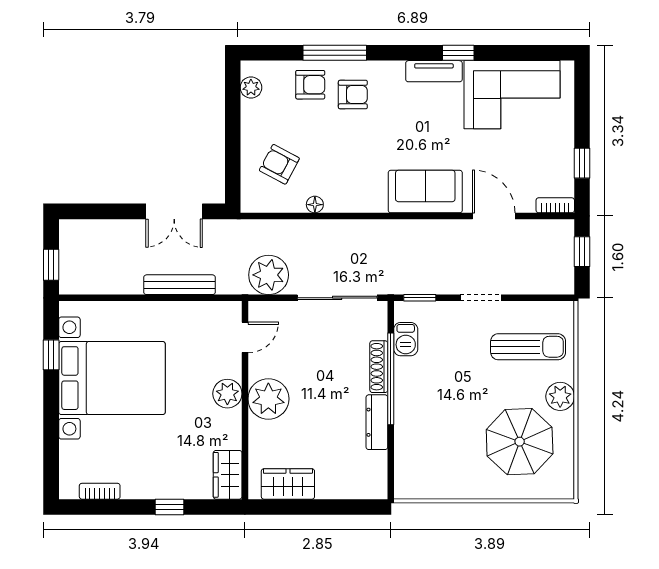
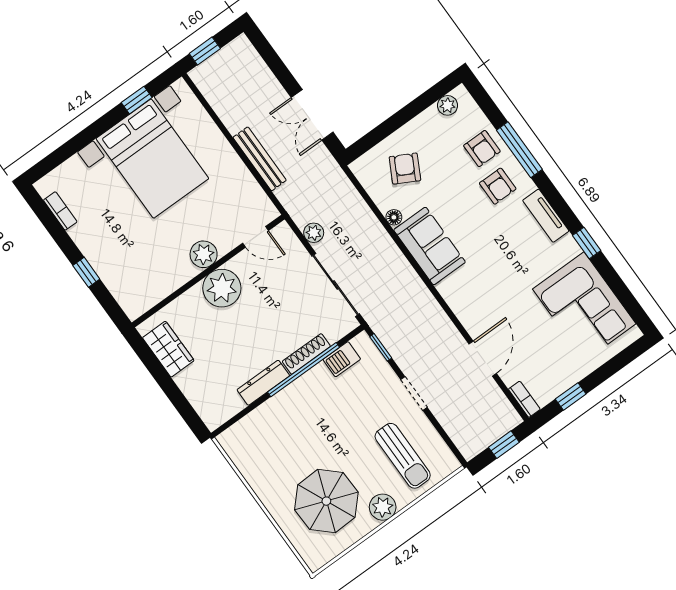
tv unit: (434, 71) -> (546, 216), moved
sofa: (425, 192) -> (430, 246), moved
plant: (269, 275) -> (314, 233), width x0.53, depth x0.53
wardrobe: (228, 475) -> (142, 299), removed

